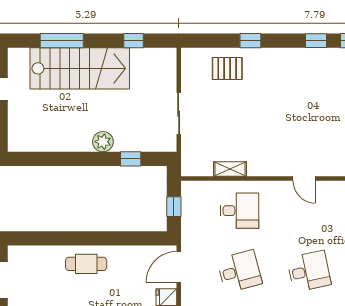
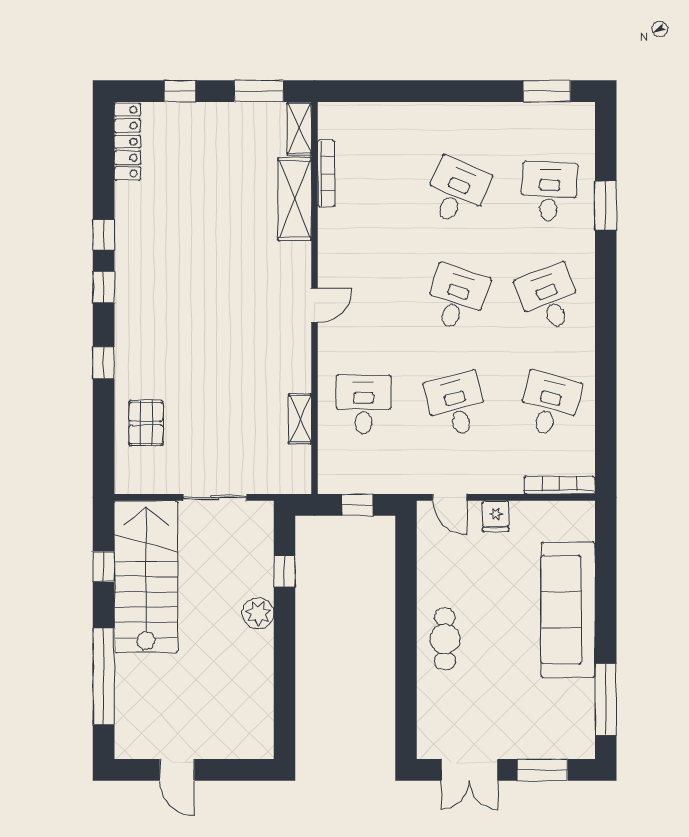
window: (62, 41) -> (104, 676), width x1.46
window: (250, 41) -> (104, 363), moved
stairs: (80, 68) -> (146, 577), moved
door: (179, 267) -> (450, 497), width x0.73
desk: (309, 271) -> (456, 298), turned 30

